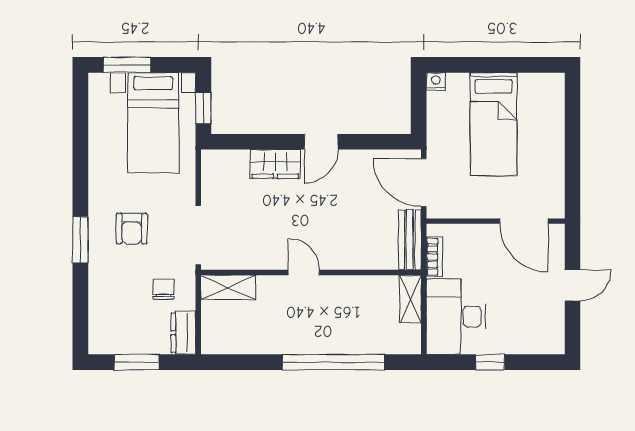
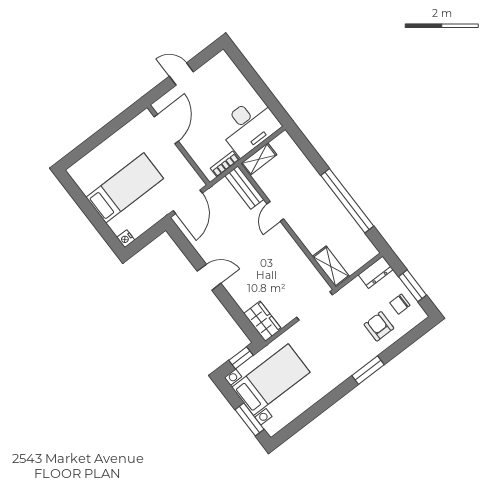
wardrobe: (275, 164) -> (263, 321), moved
armchair: (132, 229) -> (379, 326), moved, turned -90
bench: (410, 240) -> (244, 188), moved, turned 90
door: (304, 272) -> (275, 211), moved
chair: (164, 289) -> (400, 304), moved
window: (334, 362) -> (347, 201), moved
window: (490, 362) -> (260, 87), removed

